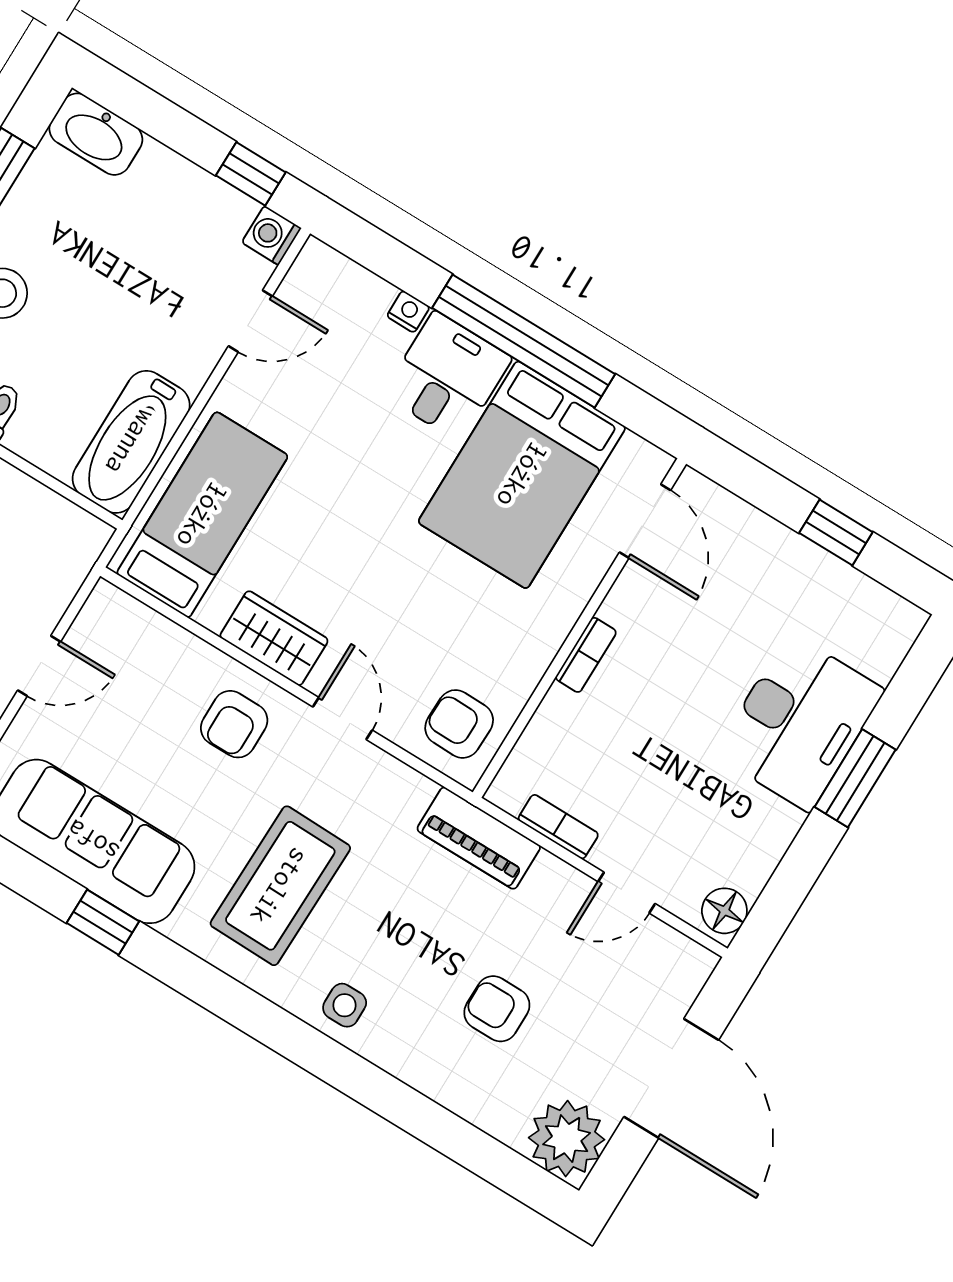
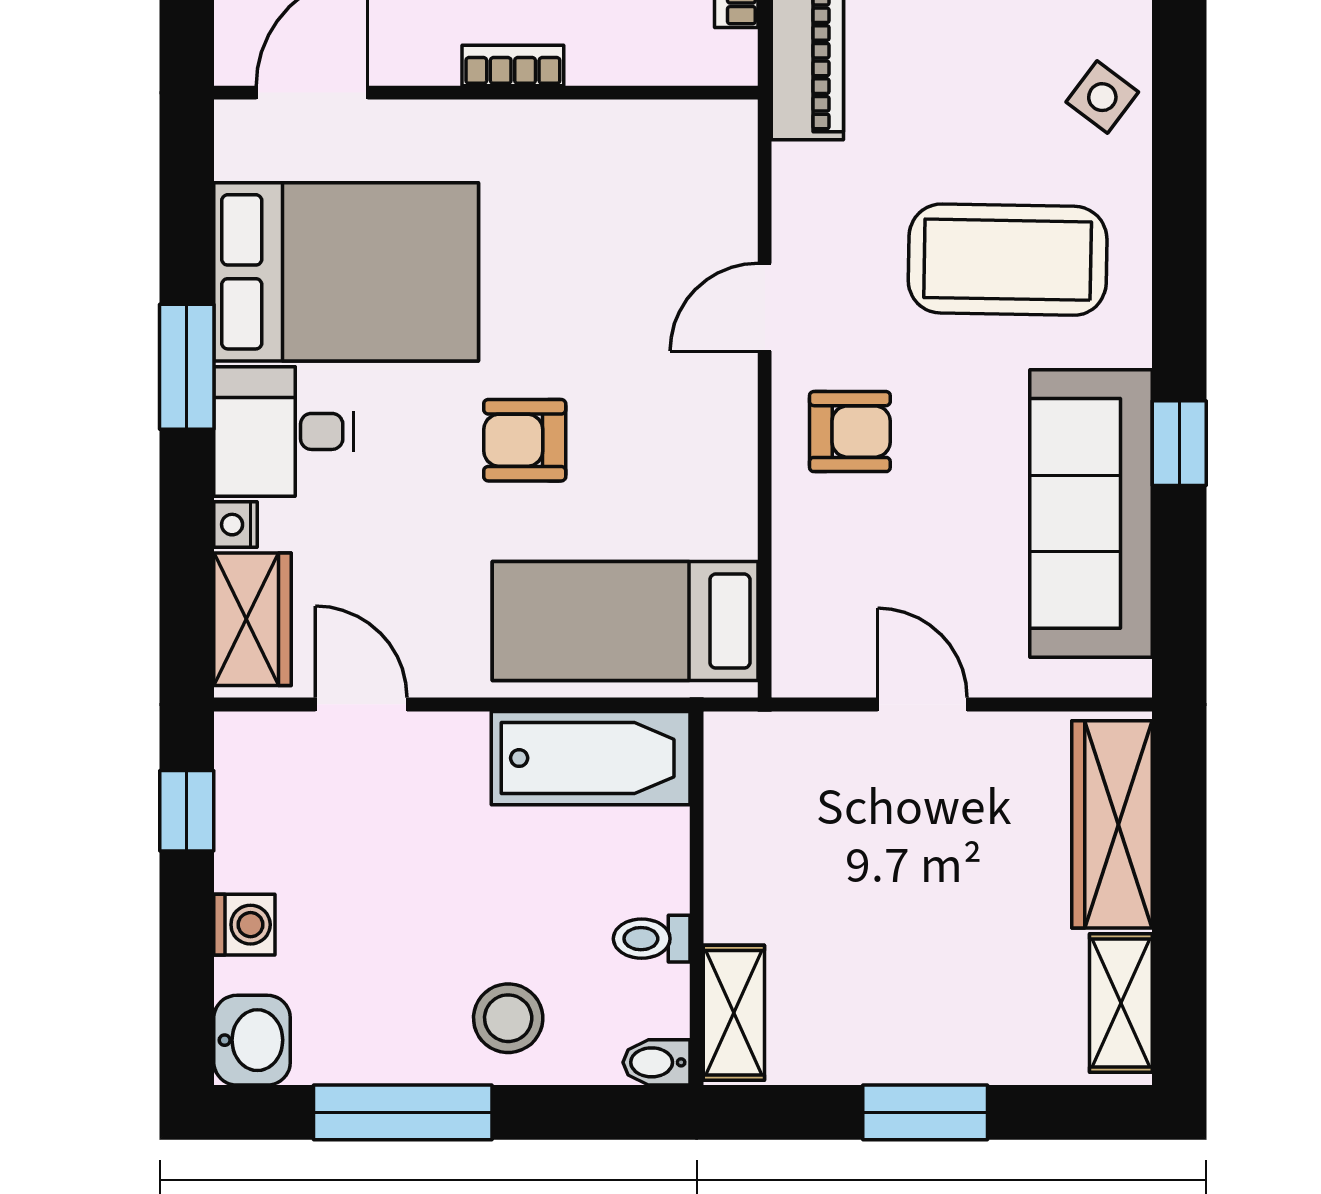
washbasin: (96, 134) -> (252, 1040), width x0.72
washing machine: (271, 235) -> (244, 925), moved, turned -90
window: (524, 341) -> (187, 367), width x0.47
wardrobe: (274, 638) -> (252, 619), moved, turned 180
armchair: (459, 724) -> (525, 440), moved, turned 89
side table: (345, 1005) -> (1102, 97), turned 37

